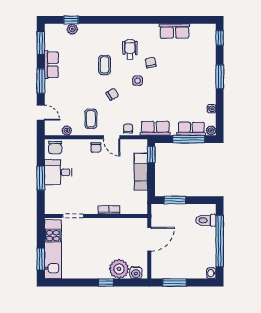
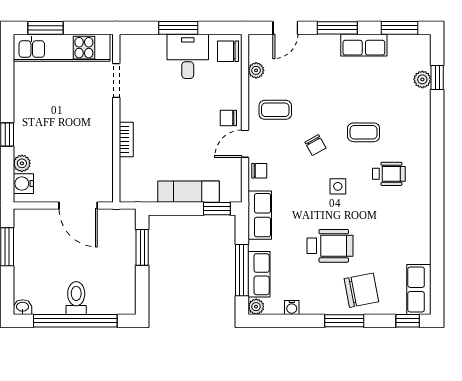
row of seats: (175, 31) -> (419, 289), moved
chair: (151, 63) -> (361, 290), moved, width x1.87, depth x1.87
wheelchair: (174, 85) -> (330, 246), added
toilet: (206, 220) -> (76, 298), moved
plant: (119, 269) -> (22, 163), width x0.53, depth x0.53

